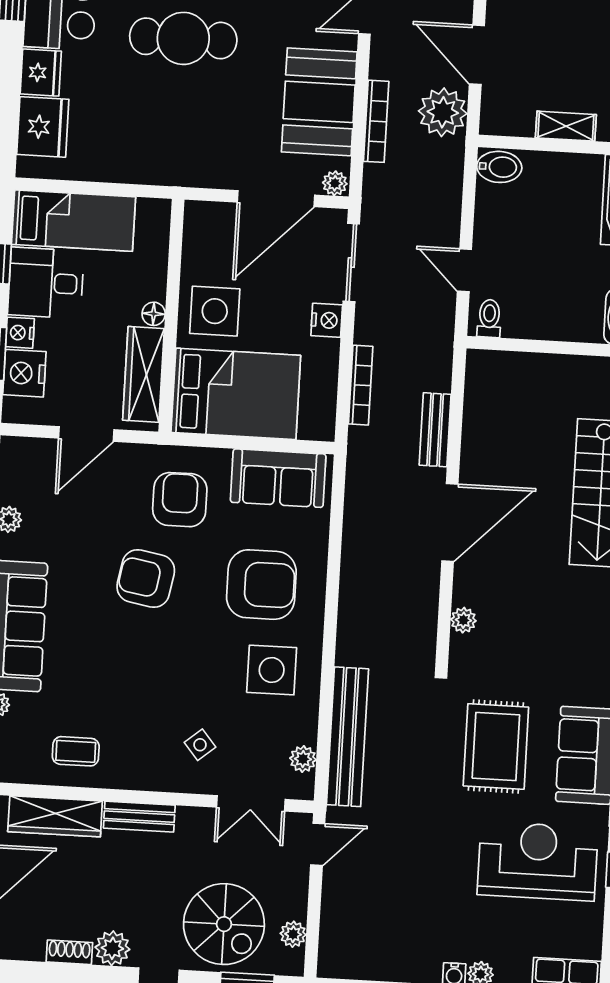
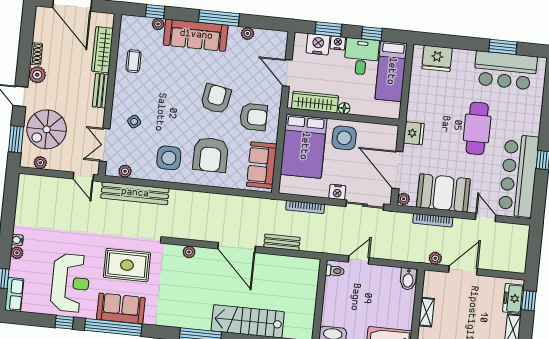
fridge: (41, 73) -> (414, 133), moved, turned -90
plant: (443, 112) -> (435, 258), width x0.53, depth x0.53

